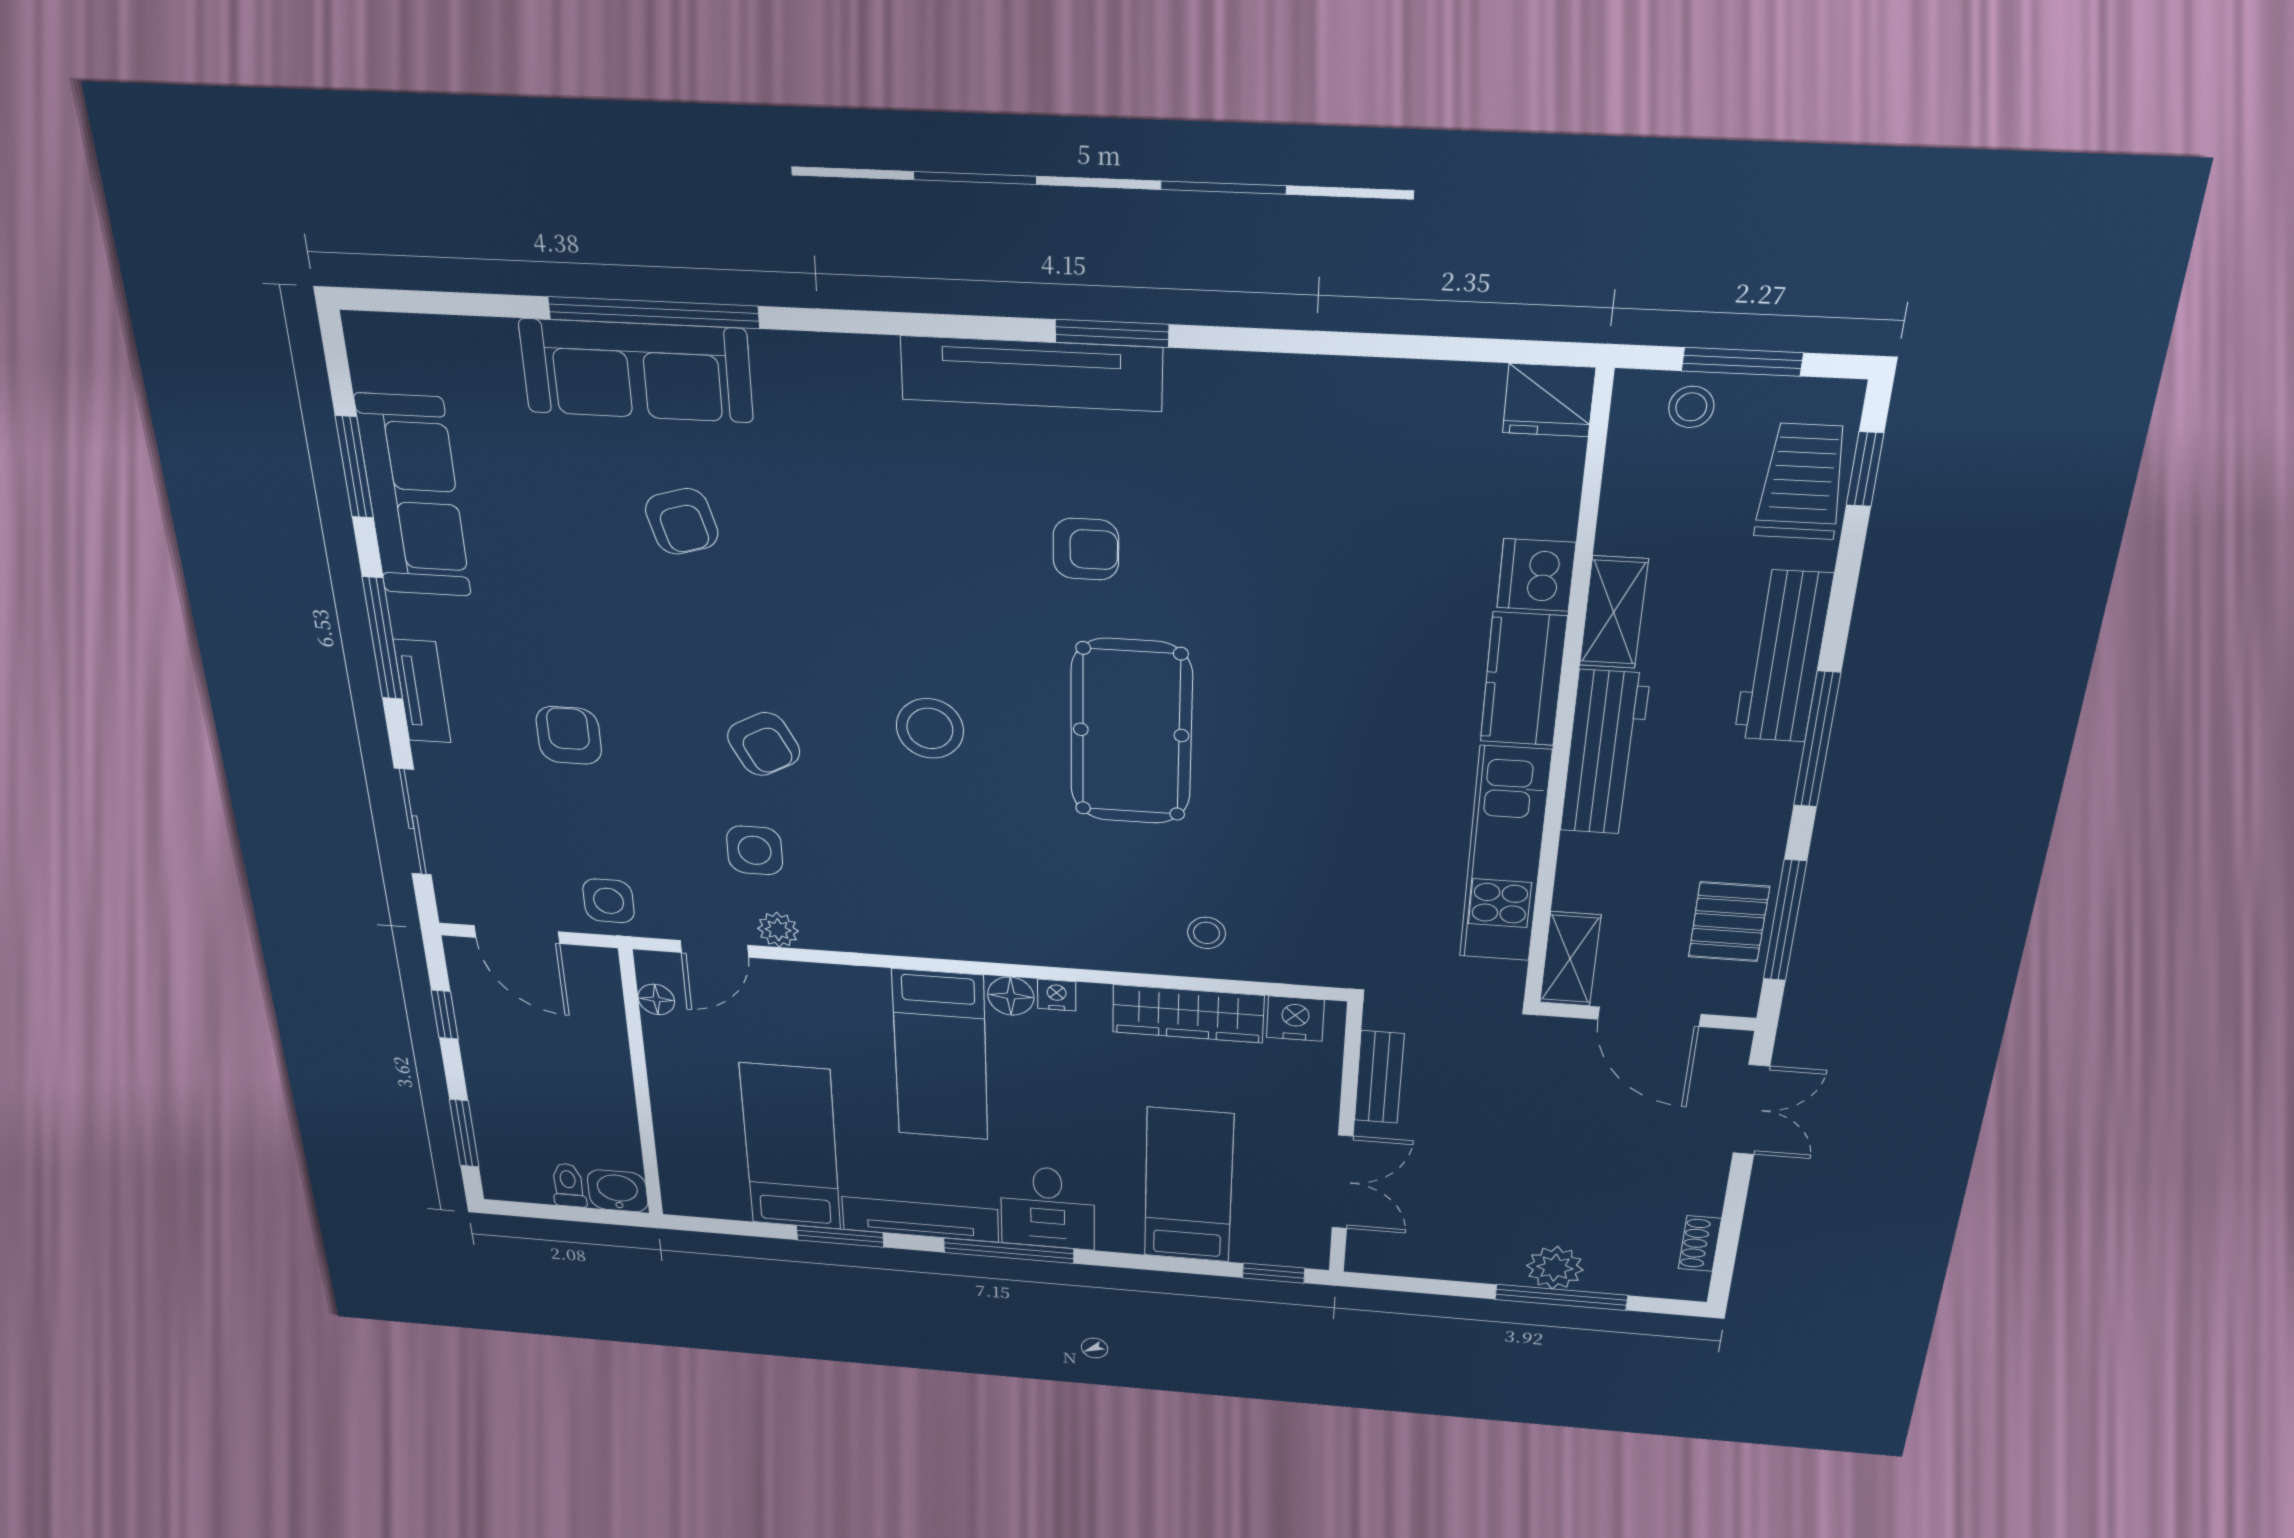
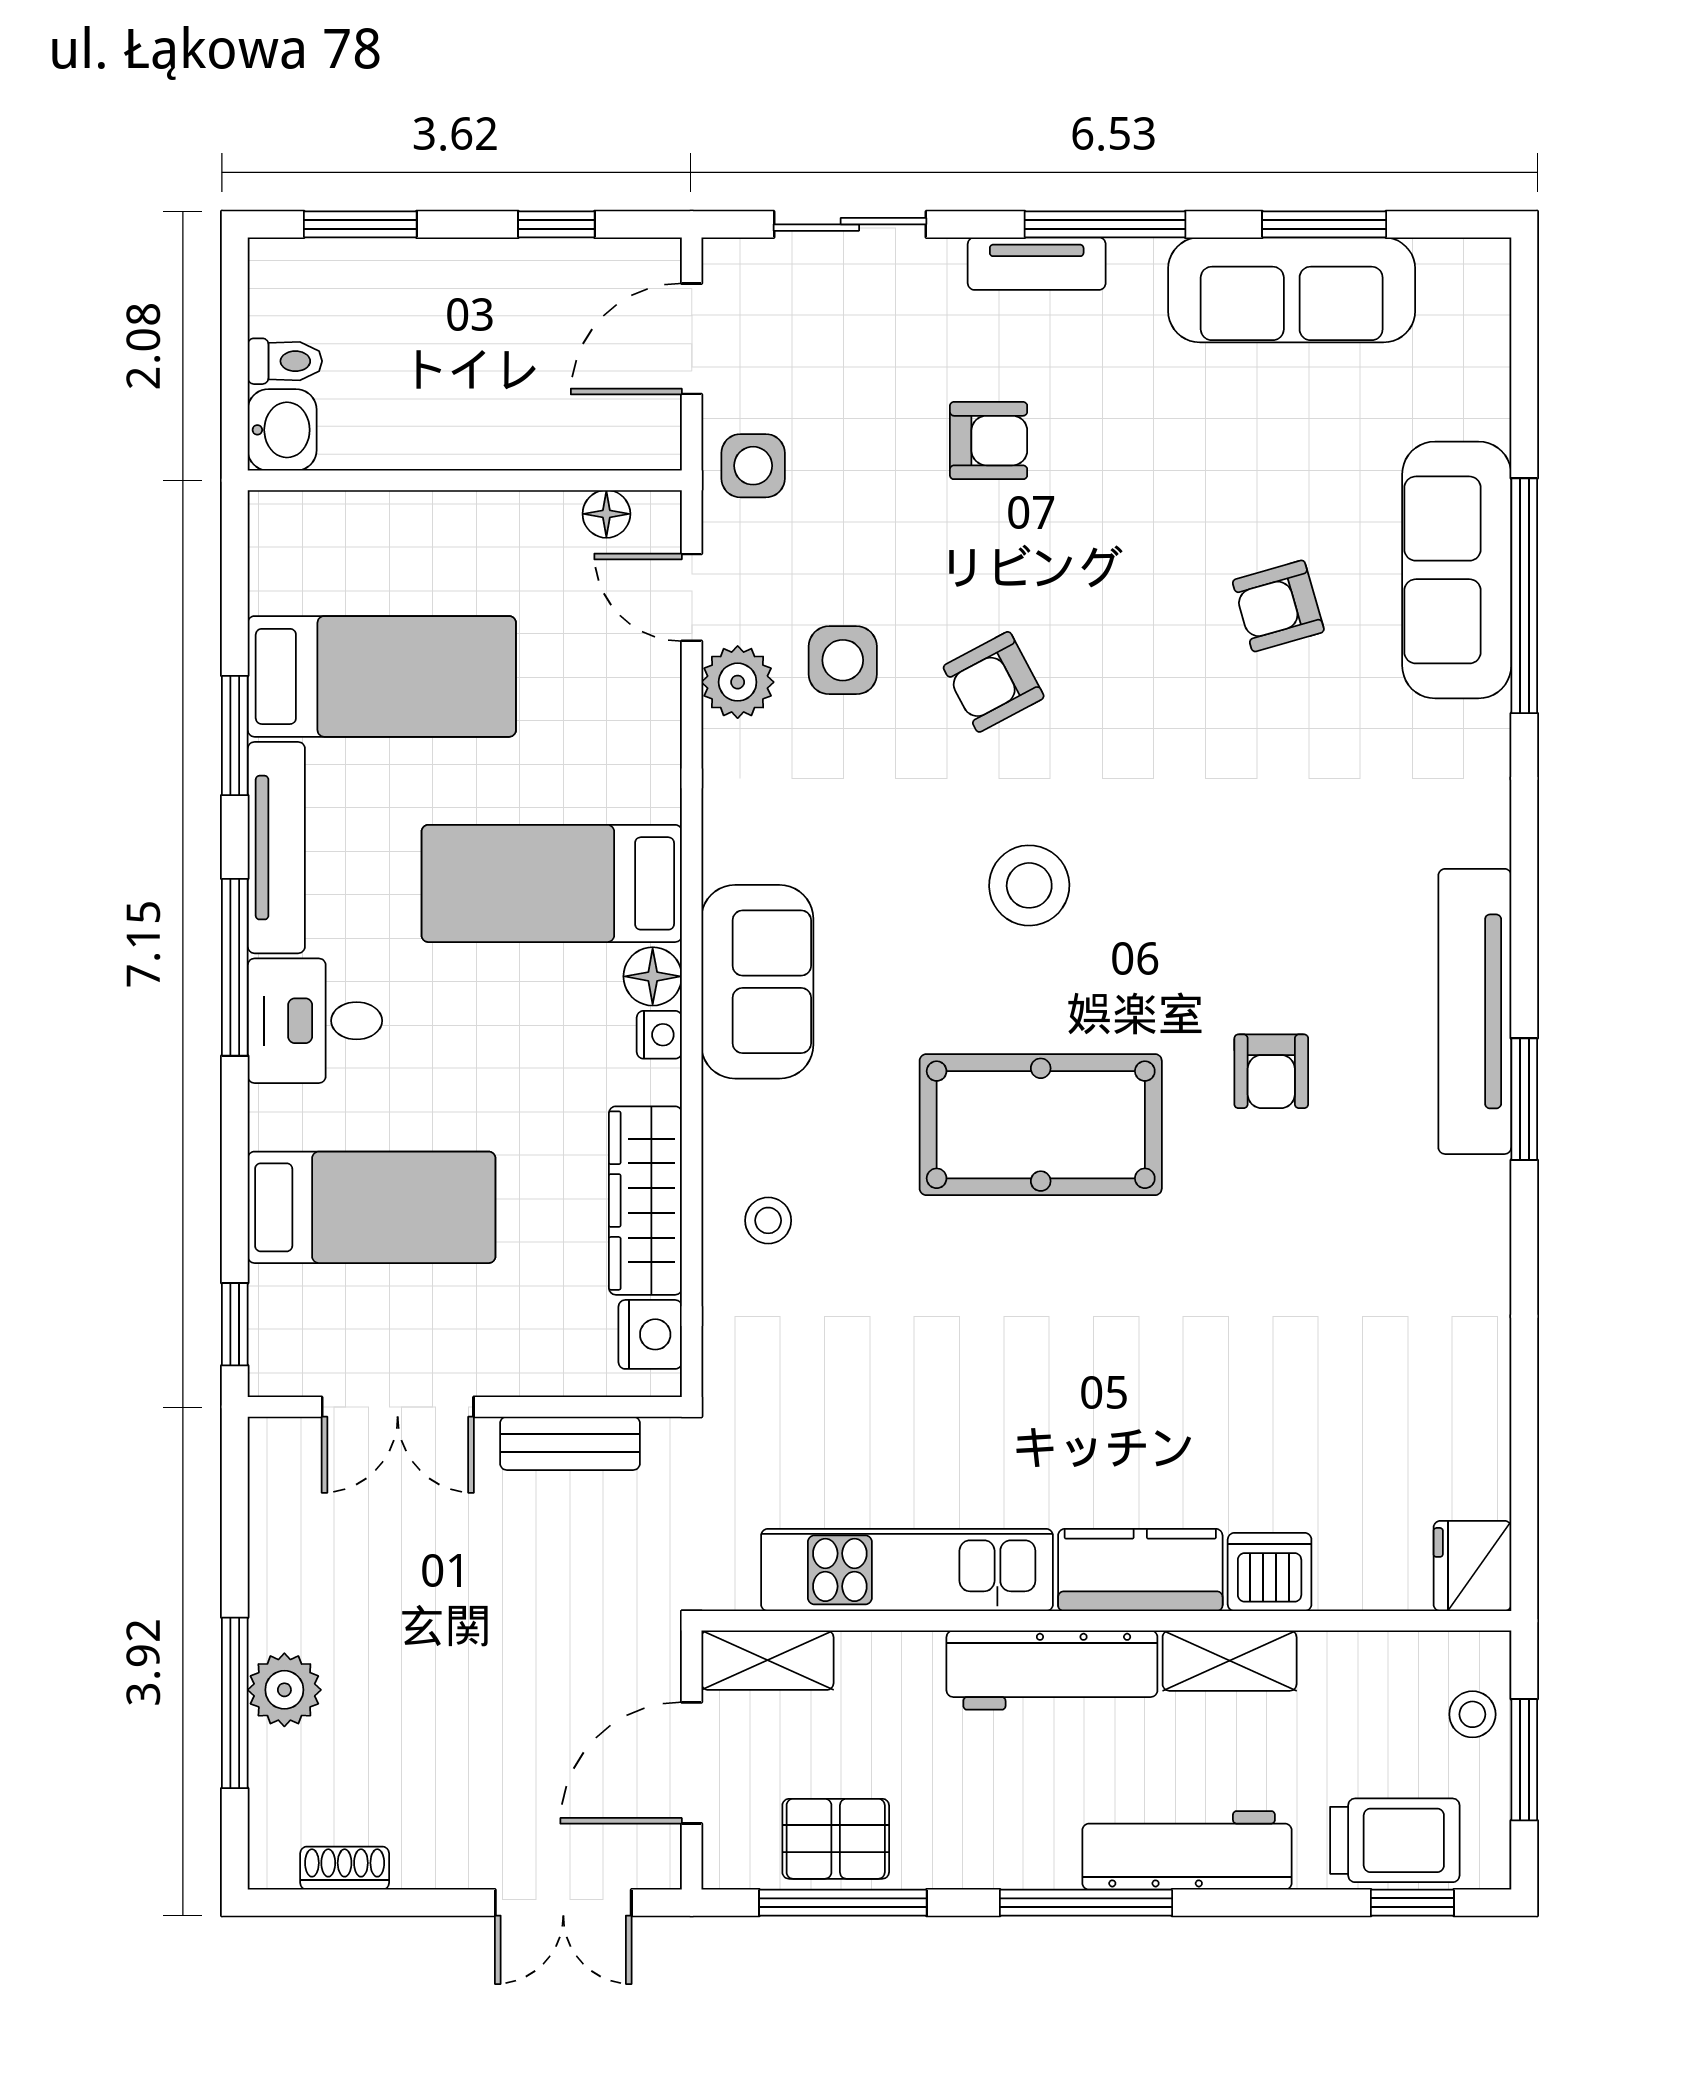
sofa: (1014, 927) -> (757, 982), added
plant: (778, 930) -> (738, 682), width x1.38, depth x1.38

